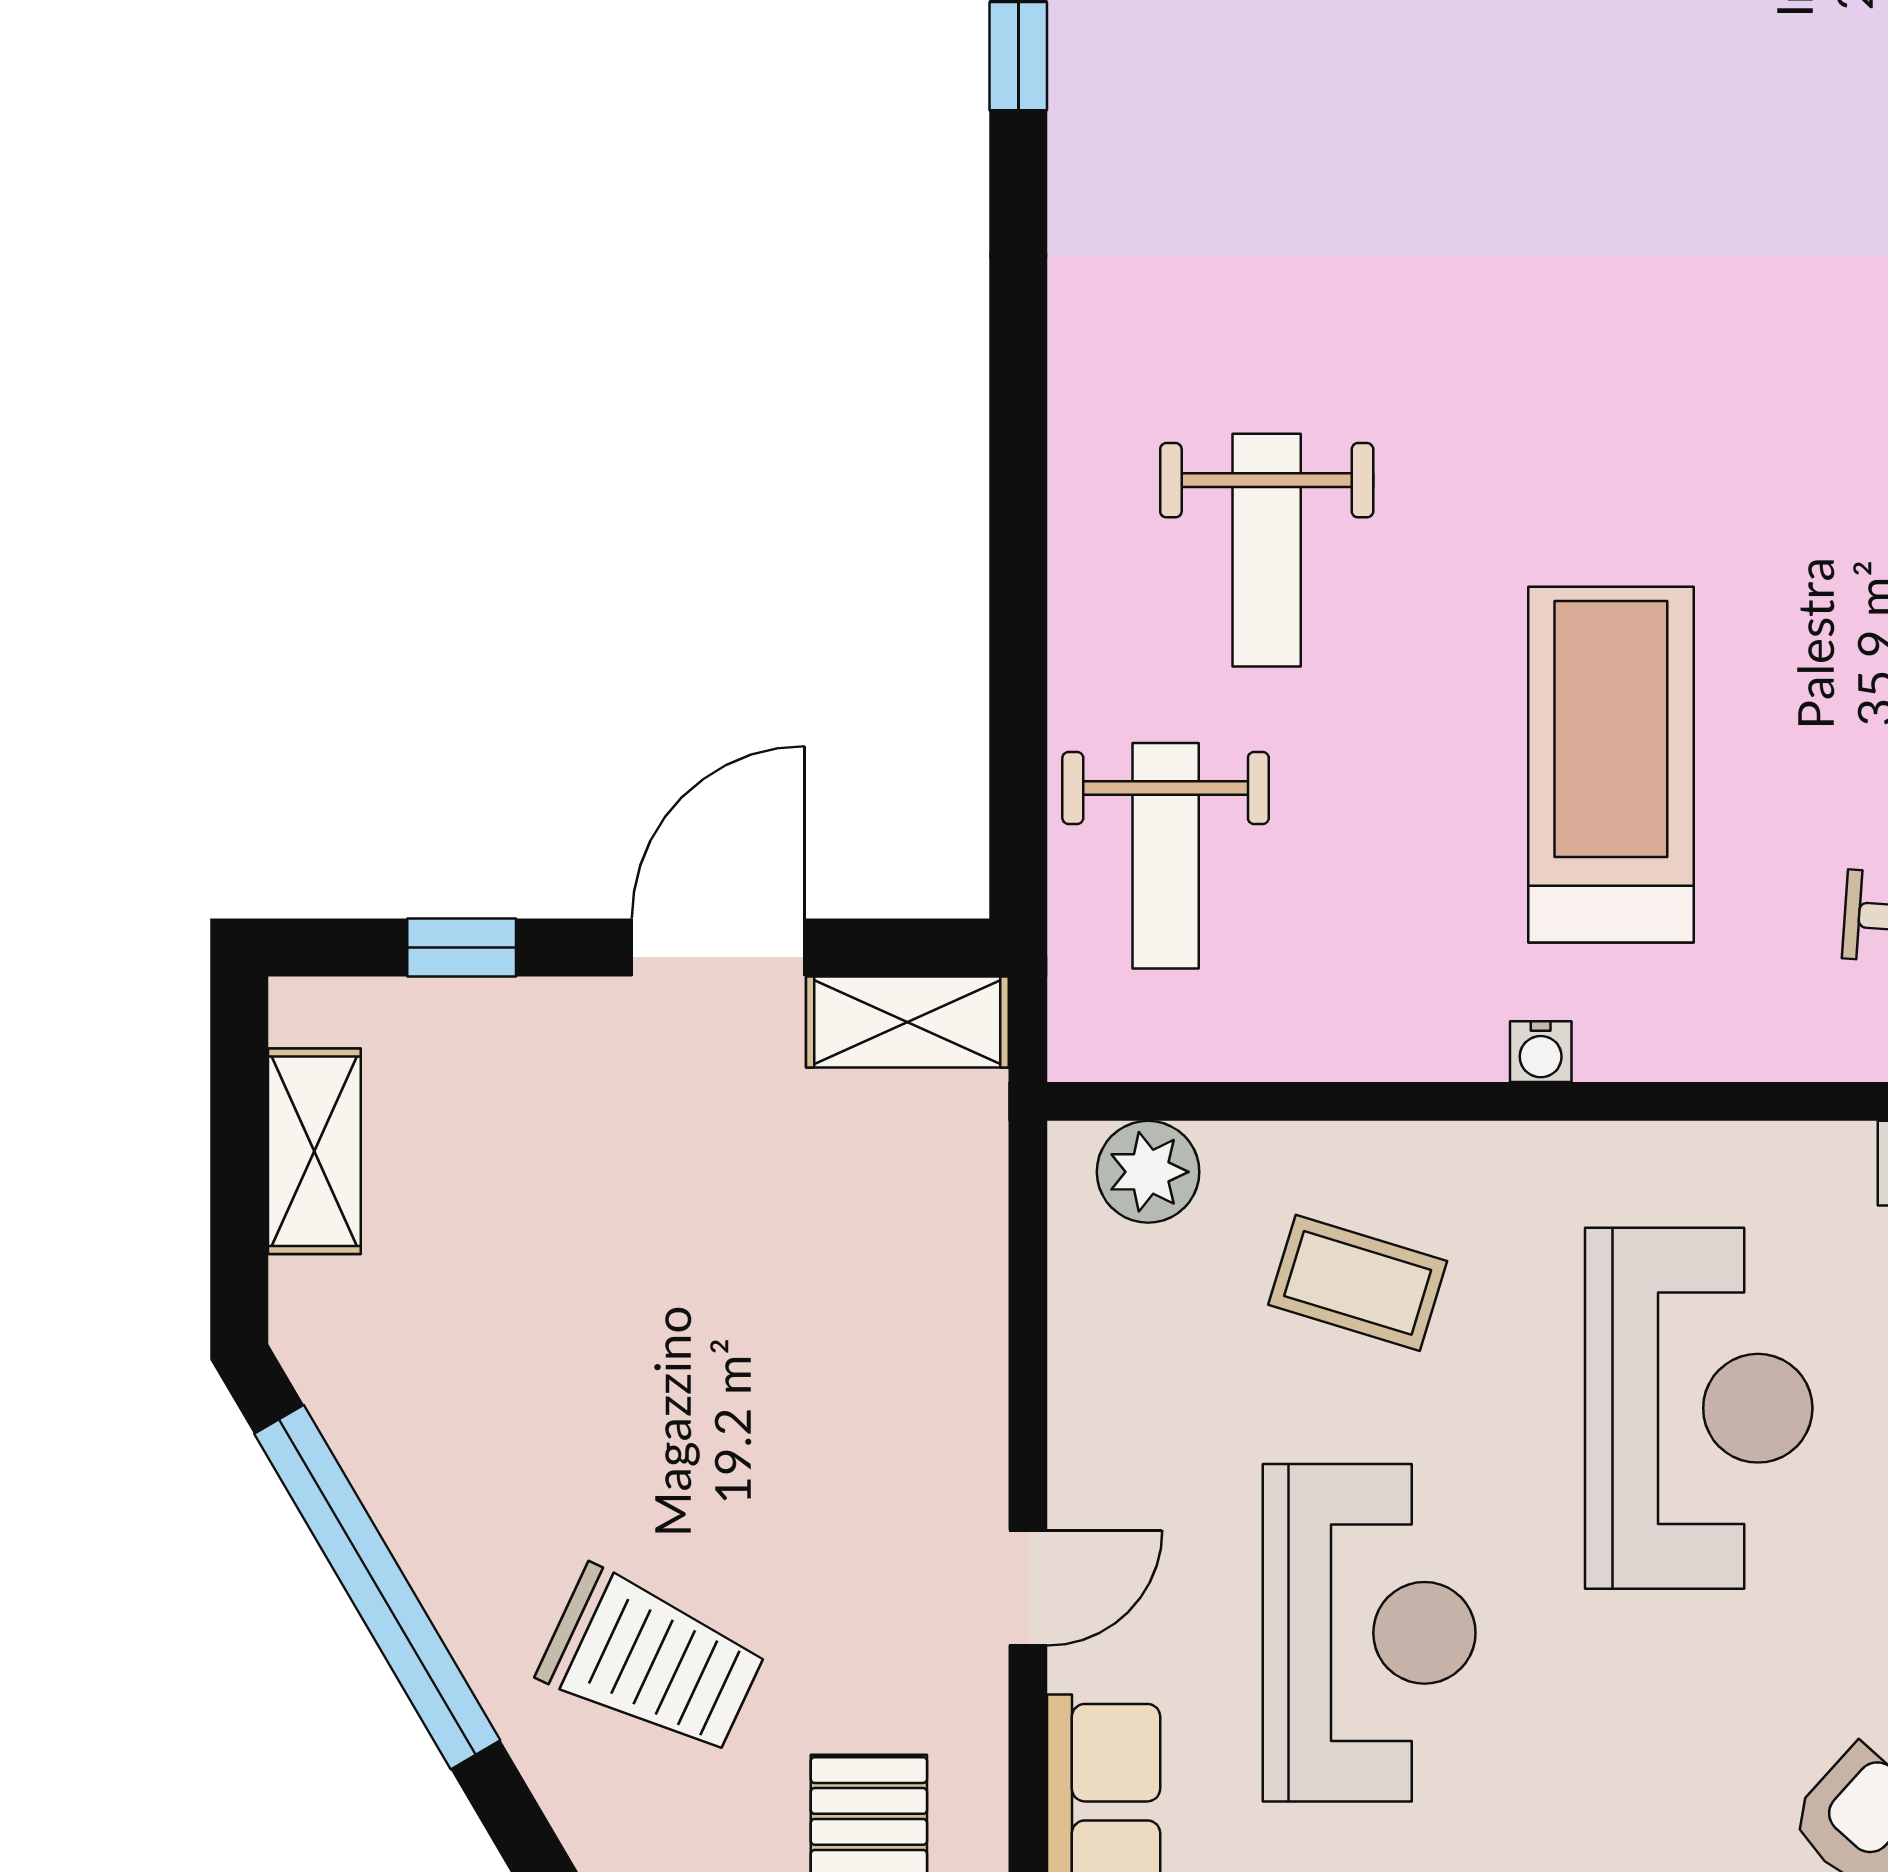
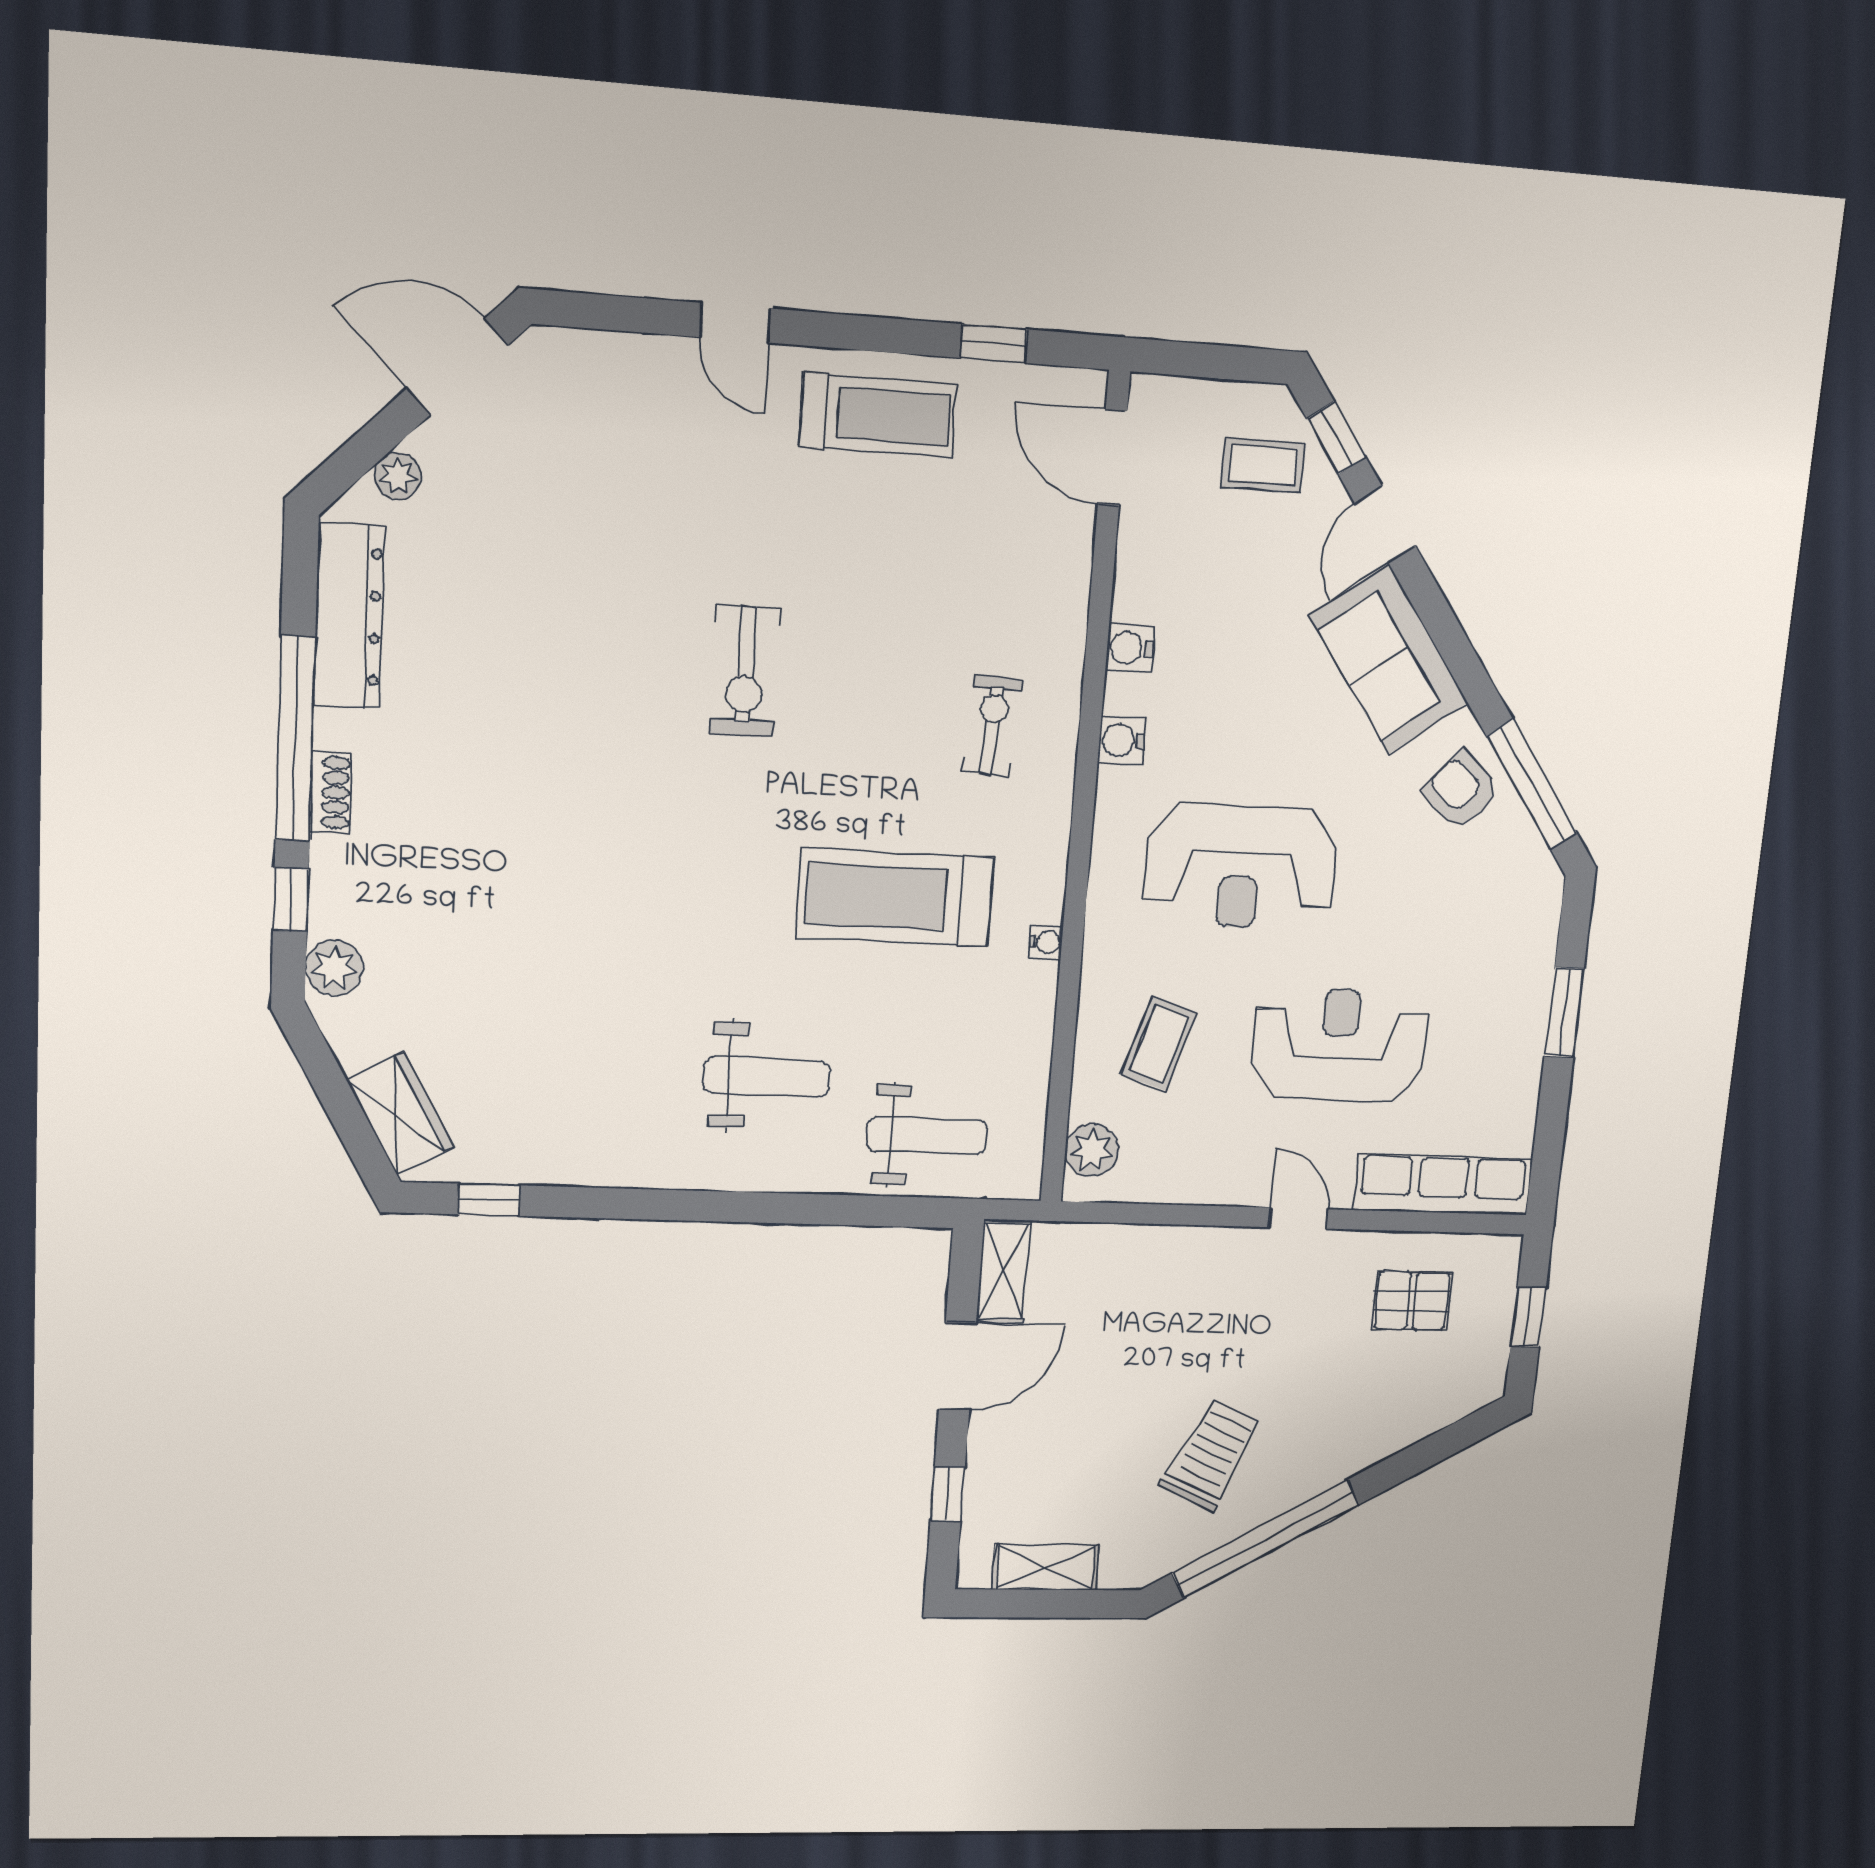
door: (718, 948) -> (957, 1366), swing flipped
reception desk: (1699, 1408) -> (1240, 867), turned 180
trolley: (652, 1661) -> (1211, 1455), moved

